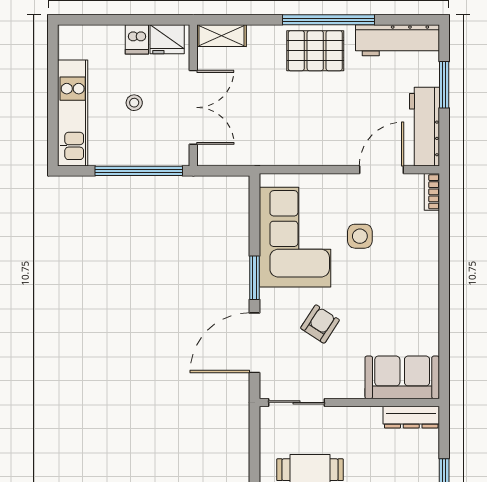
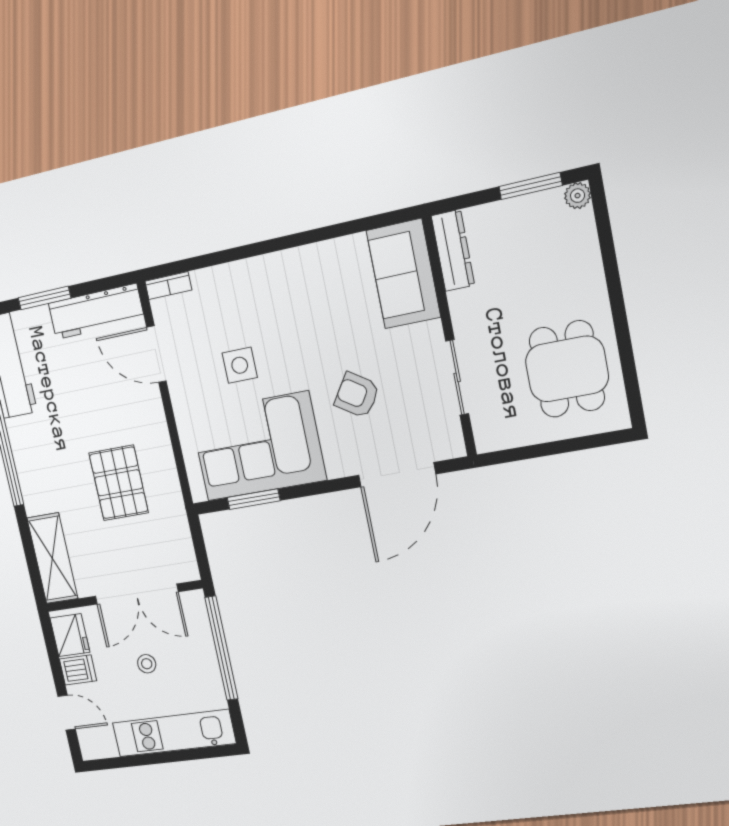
door: (101, 20) -> (67, 713), added
shelving: (222, 36) -> (52, 558), width x1.50, depth x1.33
pallet: (315, 51) -> (119, 483), moved
double door: (193, 107) -> (136, 594), swing flipped
window: (255, 278) -> (254, 499), moved
door: (255, 343) -> (397, 475), hinge flipped
sliding door: (296, 402) -> (457, 377), moved

